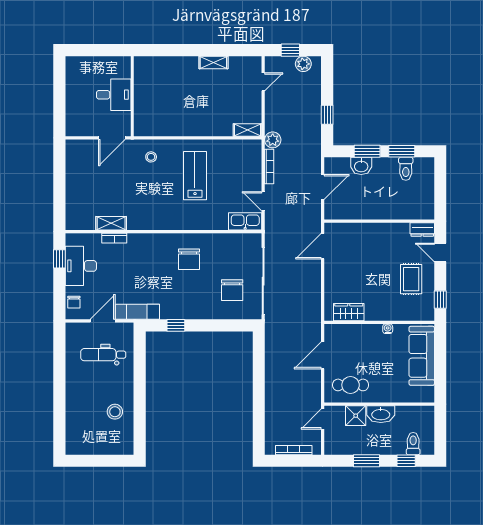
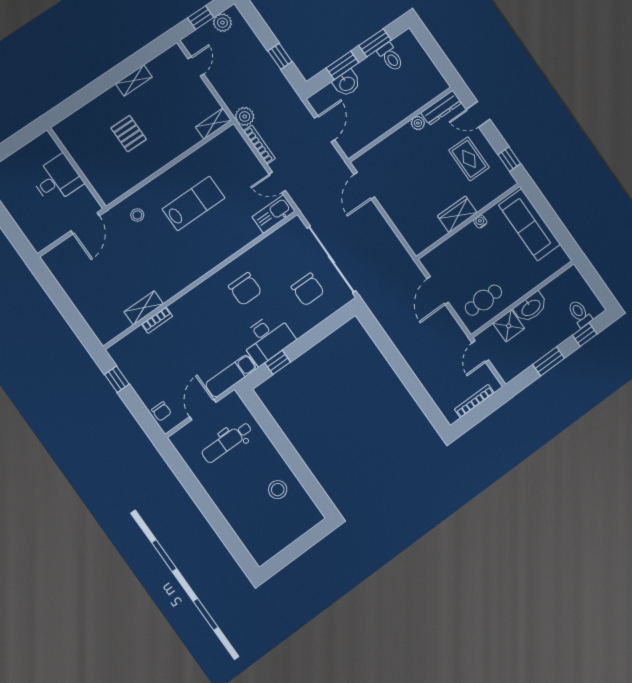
pallet: (184, 97) -> (129, 134), added
lab bench: (195, 176) -> (194, 203), turned 90
plant: (392, 229) -> (418, 123), added
dresser: (422, 229) -> (441, 108), width x1.44
desk: (81, 266) -> (267, 339), moved, turned -90
wardrobe: (349, 312) -> (457, 214), moved

